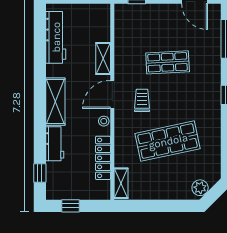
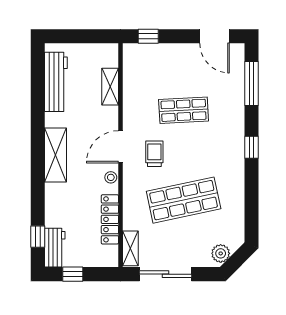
shelving: (103, 58) -> (110, 87), moved
workbench: (55, 144) -> (55, 248), moved
sliding door: (152, 206) -> (166, 274), added

